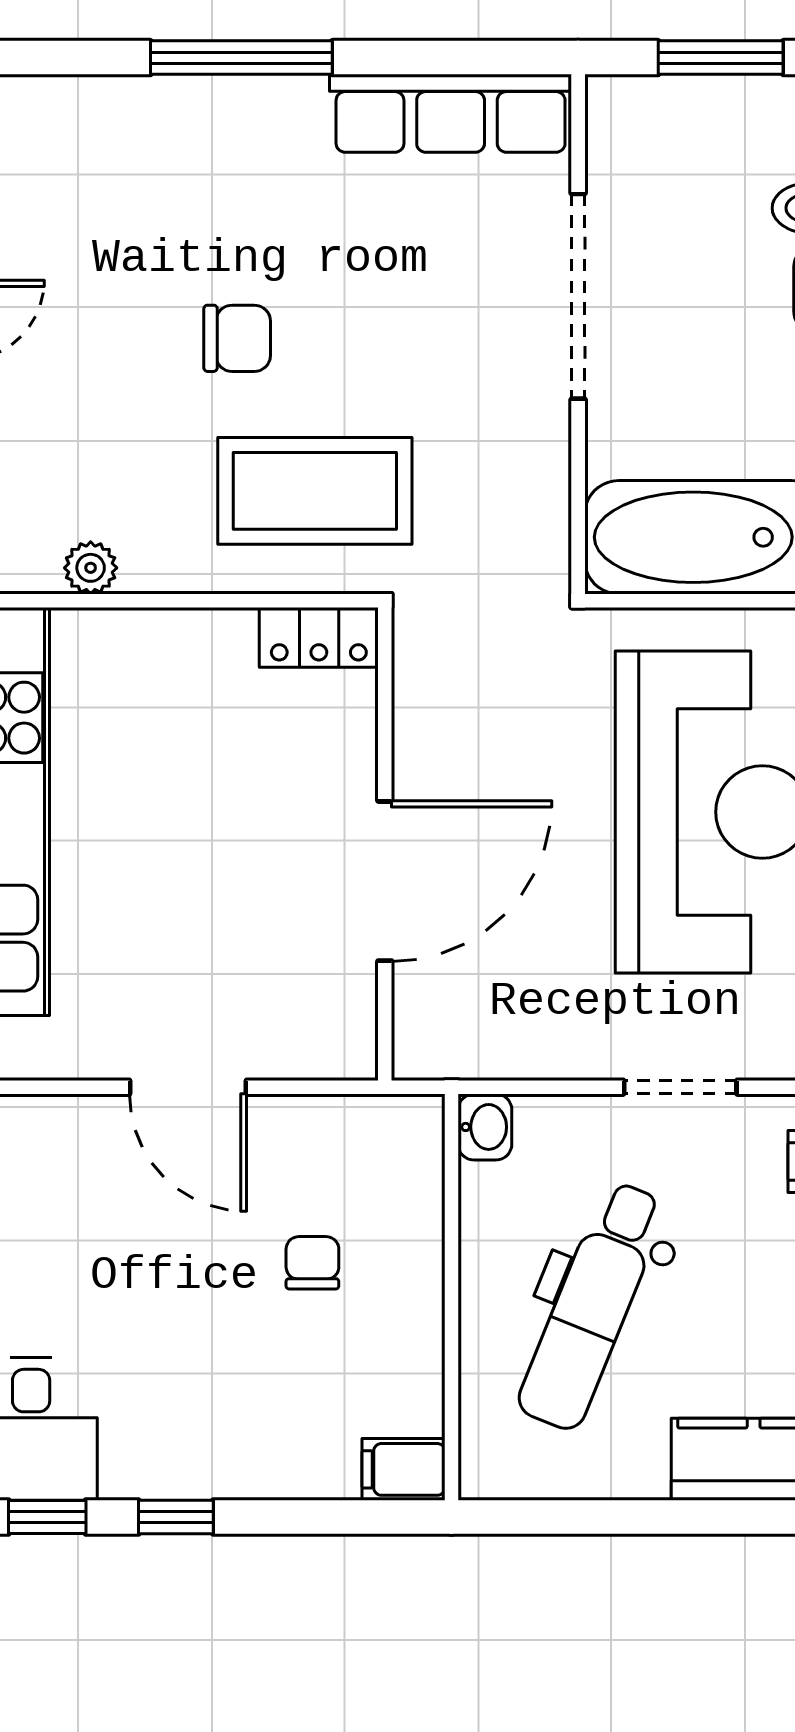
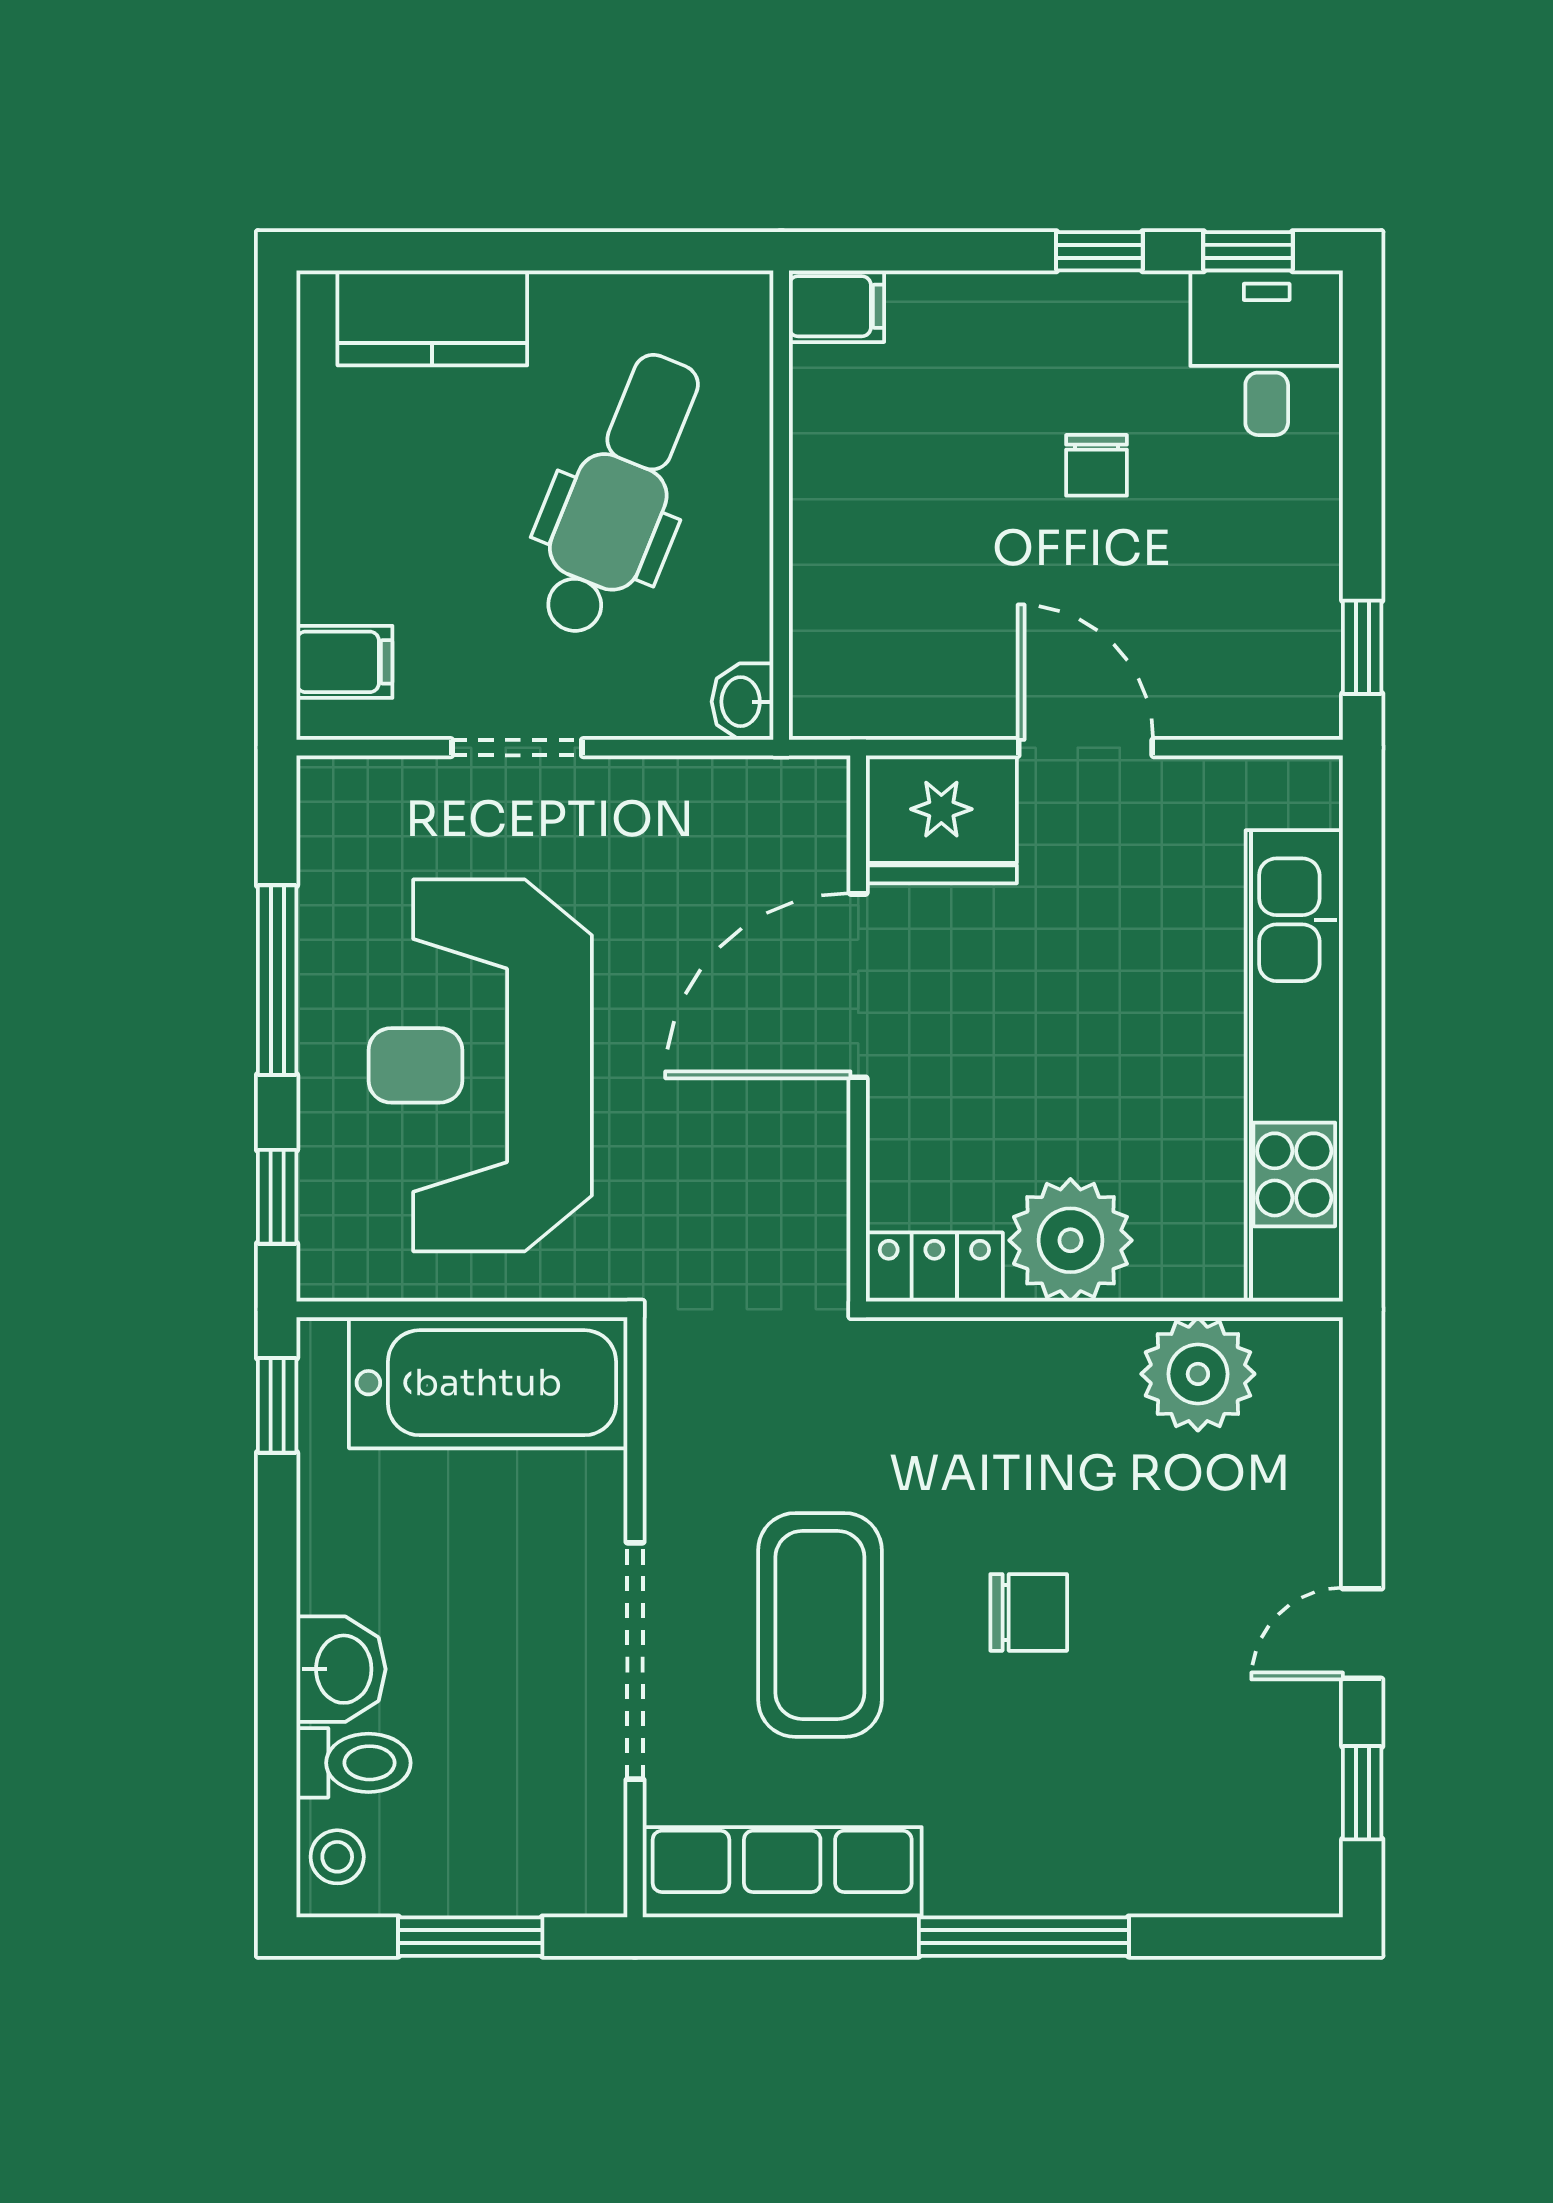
chair: (237, 338) -> (1029, 1612), turned 180
coffee table: (315, 491) -> (820, 1625), moved, turned 90
plant: (91, 568) -> (1198, 1374), width x1.87, depth x1.87
plant: (201, 661) -> (1070, 1240), added
fridge: (313, 1025) -> (941, 819), added
chair: (312, 1263) -> (1096, 465), moved

